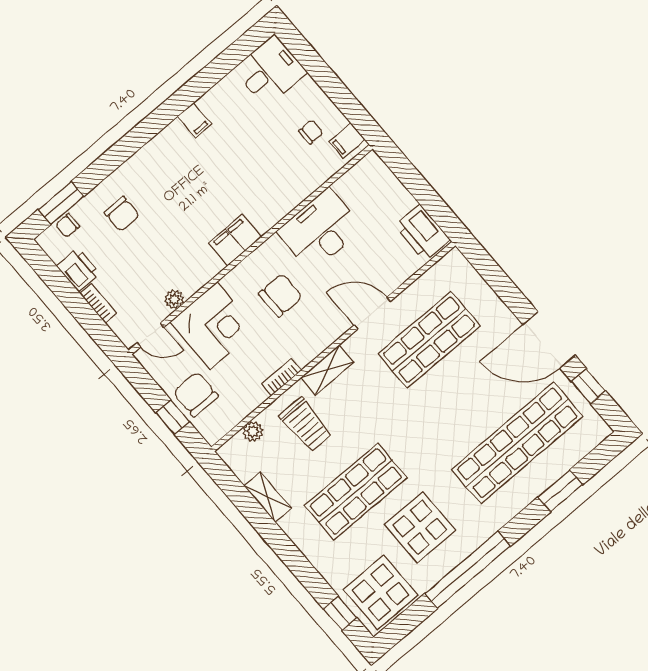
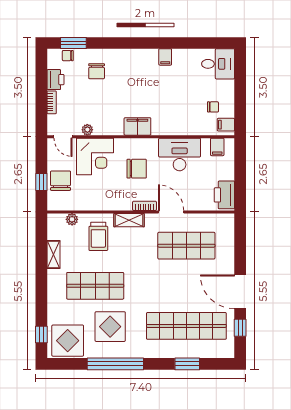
filing cabinet: (360, 179) -> (217, 147), added
bookcase: (281, 377) -> (144, 206), moved

